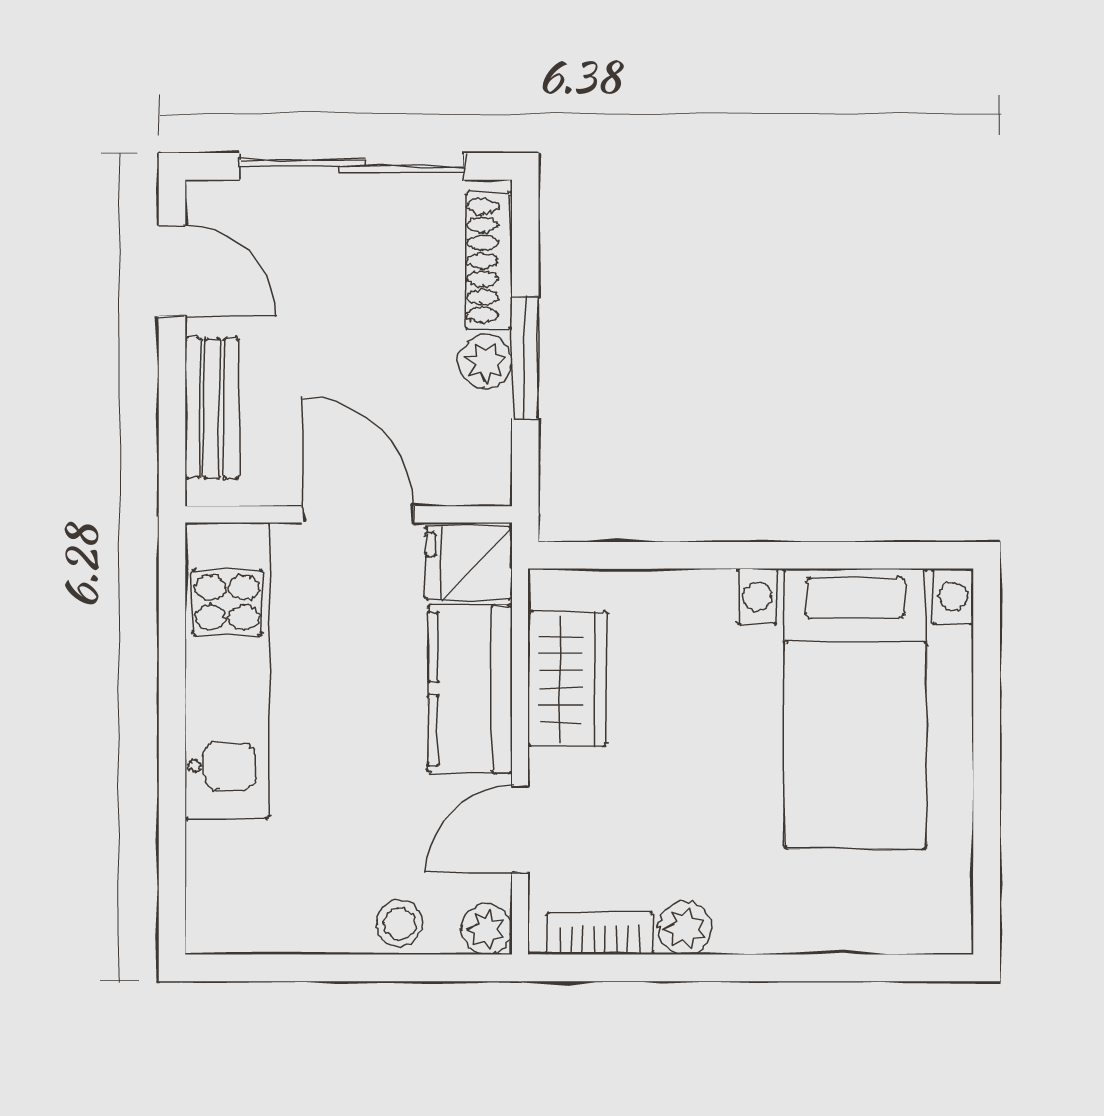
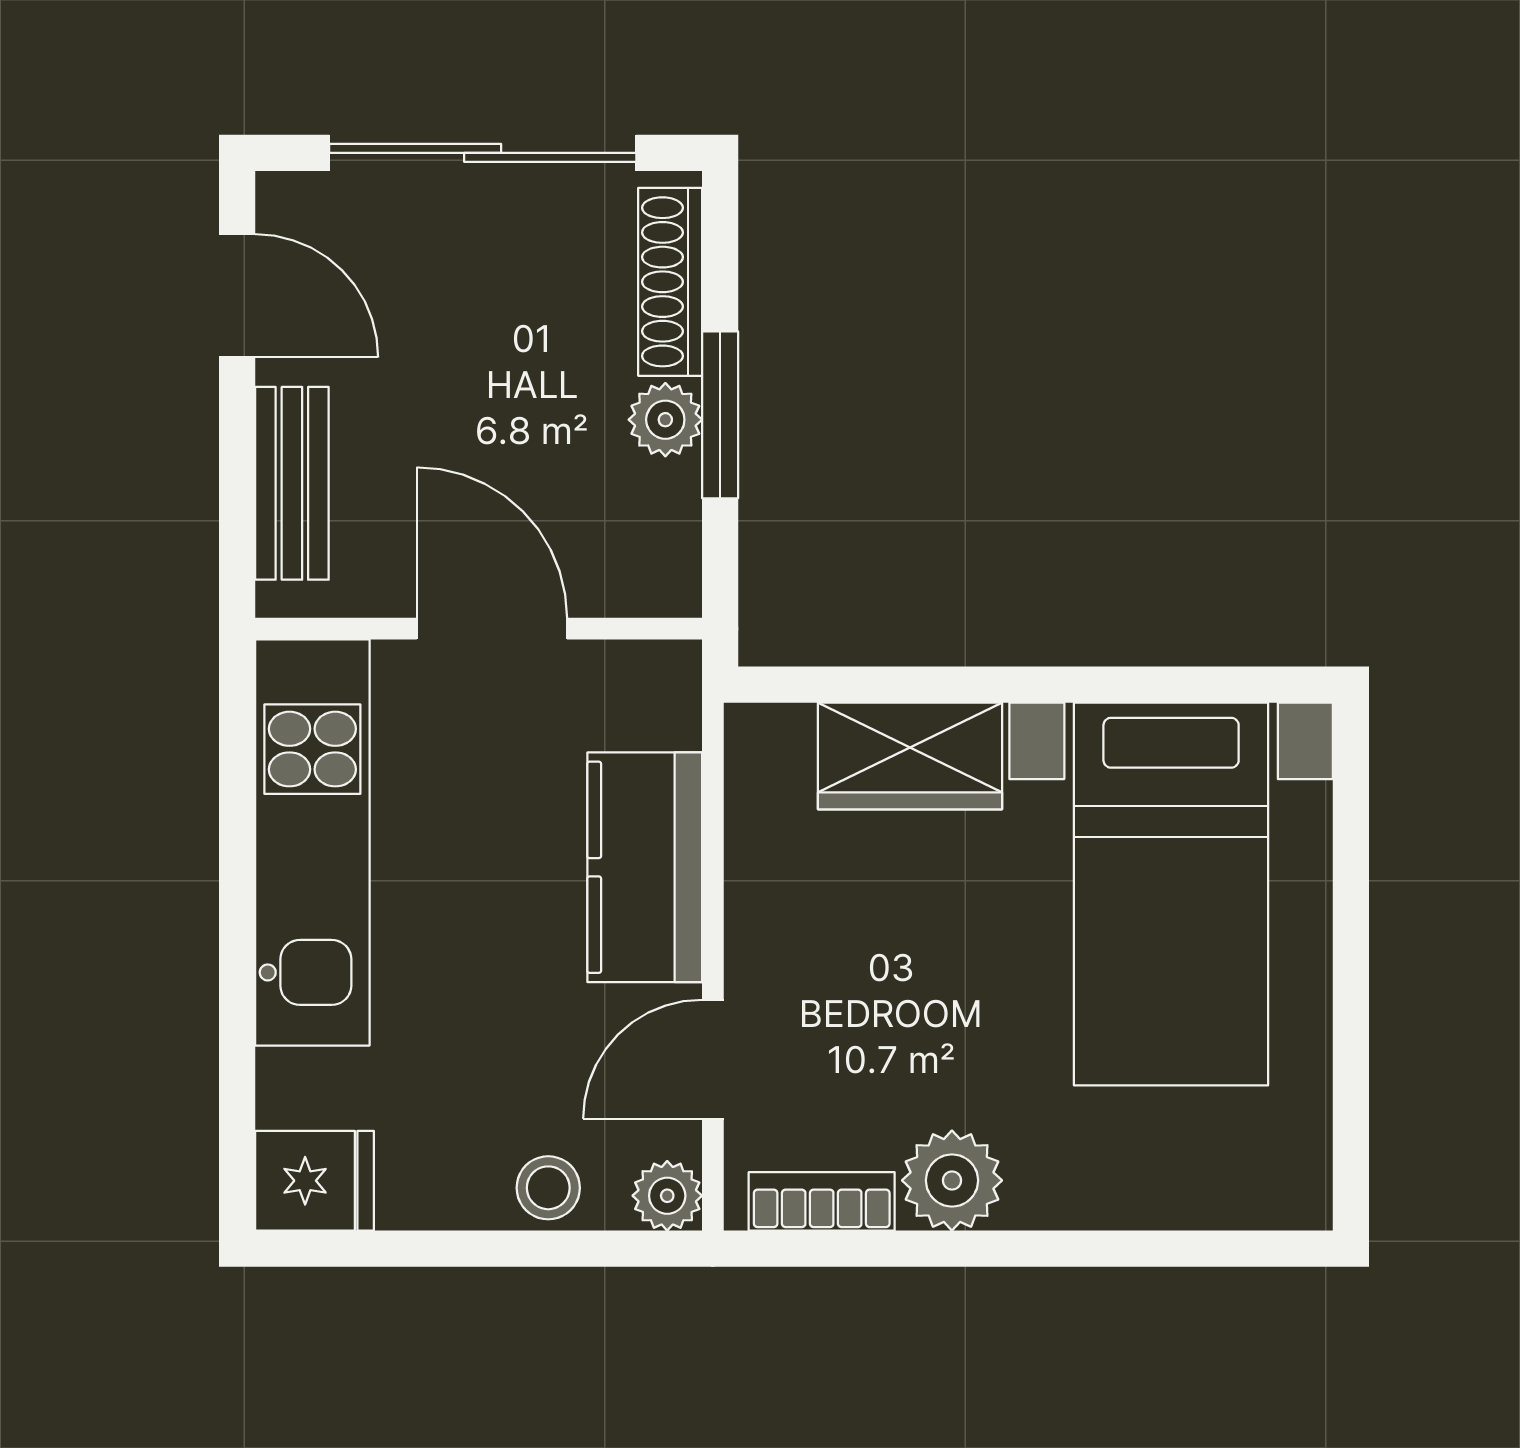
fridge: (469, 563) -> (315, 1181), moved, turned 180
wardrobe: (567, 679) -> (910, 756), moved, turned 90
plant: (685, 928) -> (952, 1180), width x1.38, depth x1.38

